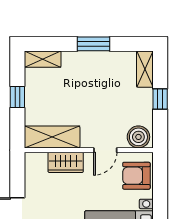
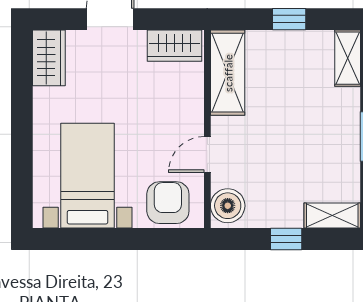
door: (105, 150) -> (207, 155), hinge flipped
wardrobe: (66, 162) -> (175, 46), moved, turned -90

